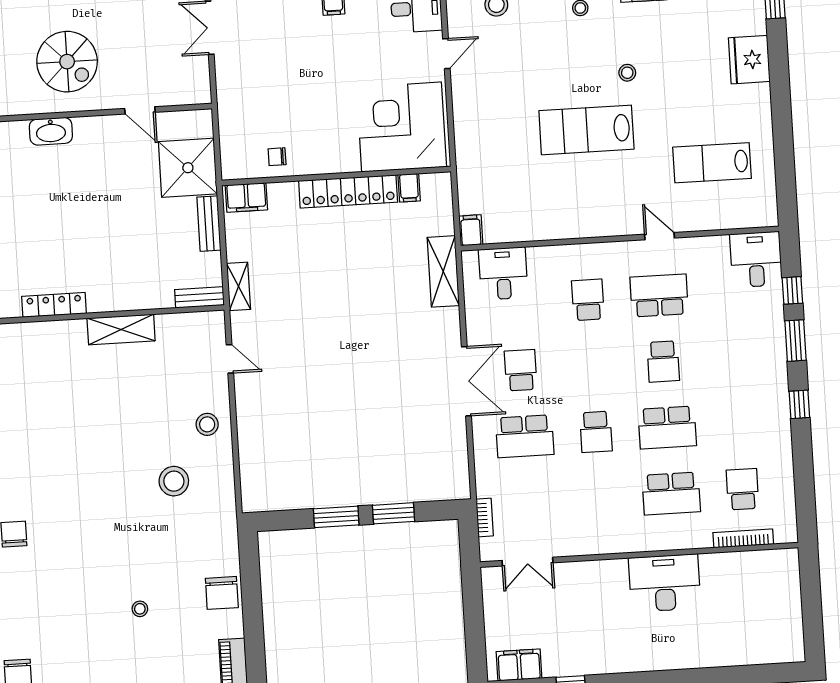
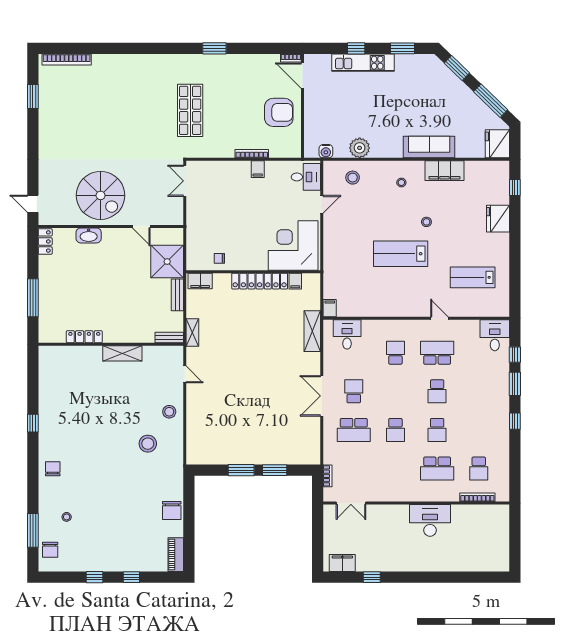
spiral stairs: (67, 62) -> (101, 195), width x1.37, depth x1.37
double door: (466, 381) -> (322, 396), swing flipped
school desk: (667, 428) -> (437, 430), width x0.54
school desk: (743, 489) -> (479, 469), turned 180
stool: (140, 609) -> (67, 517), moved

